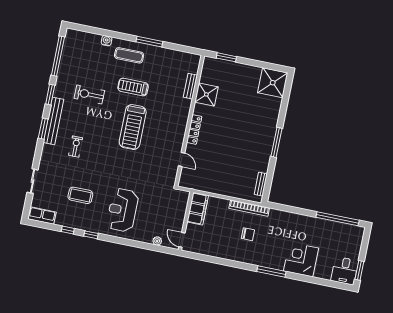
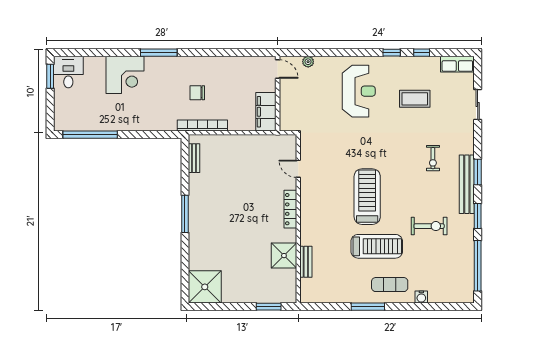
treadmill: (133, 87) -> (377, 246), width x1.37, depth x1.38

